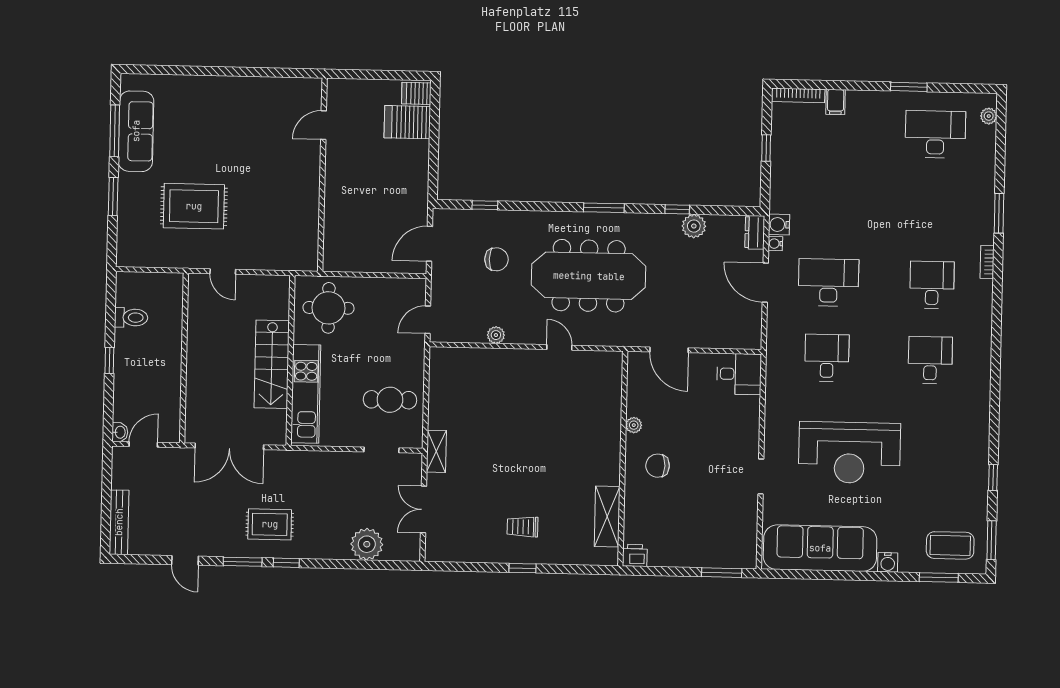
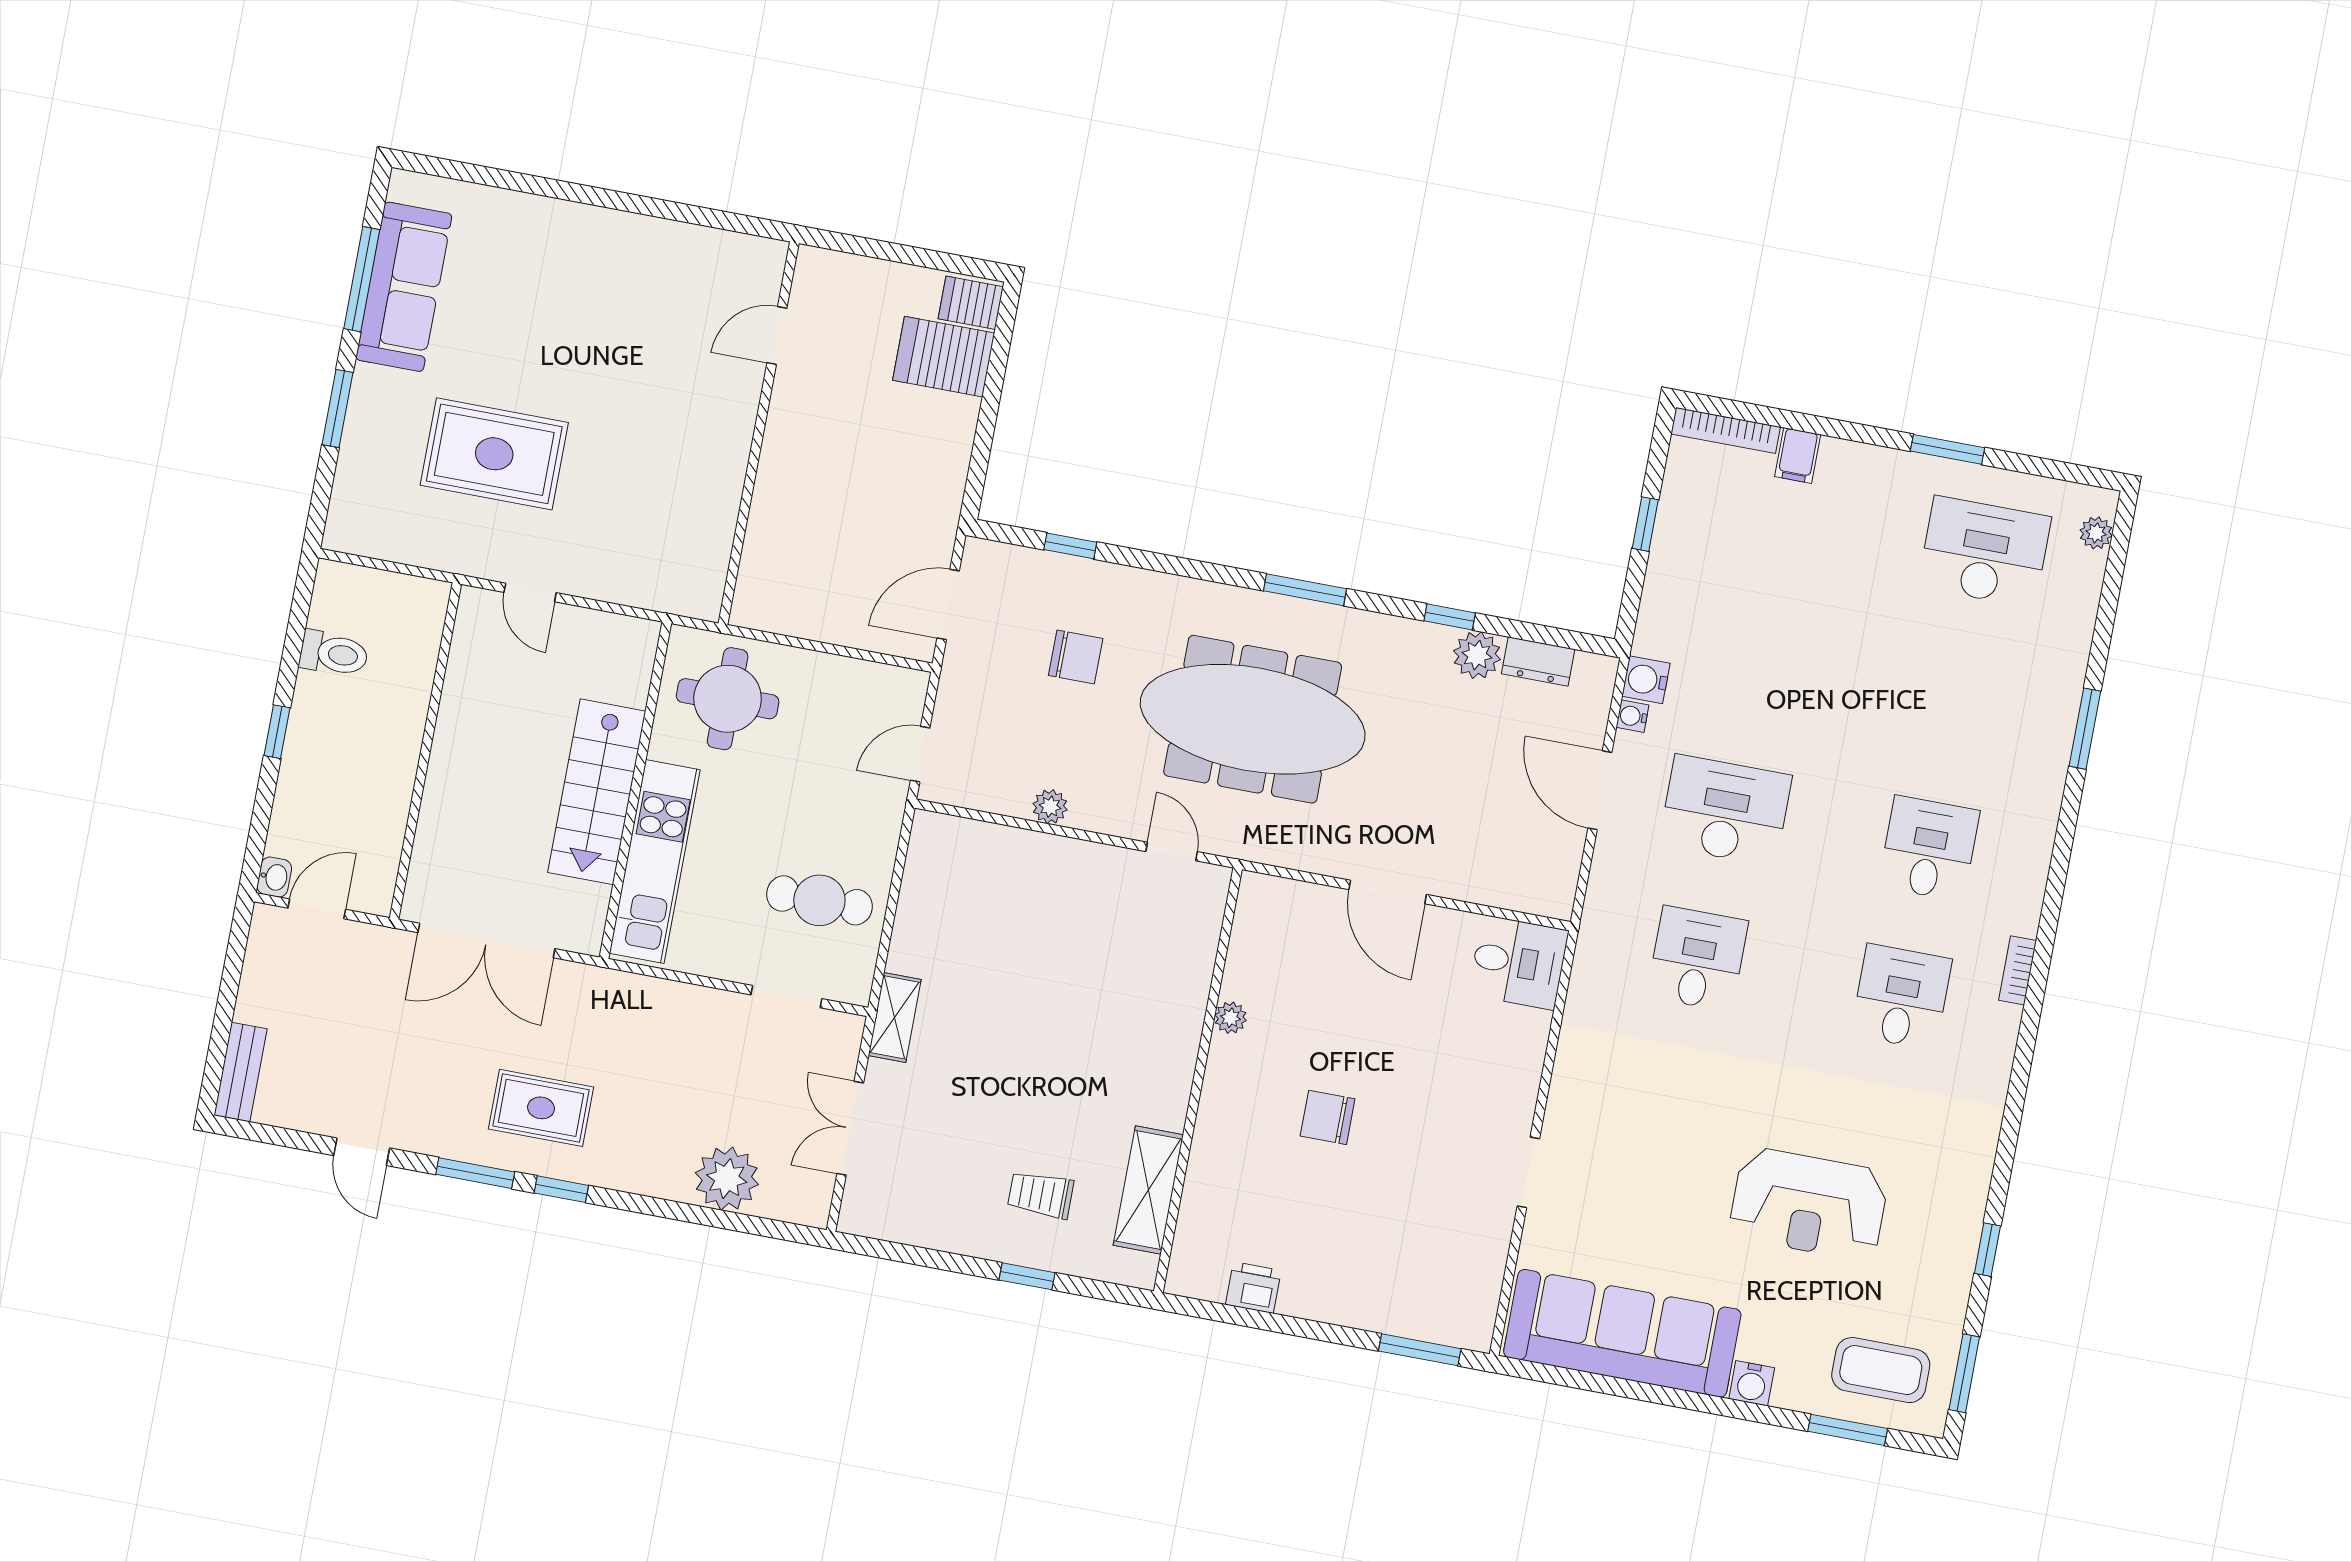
dresser: (755, 232) -> (1538, 661), moved, turned -90
bookcase: (987, 262) -> (2018, 970), moved
plant: (634, 425) -> (1231, 1018), moved
reception desk: (849, 453) -> (1809, 1204), moved, width x0.74, depth x0.77
wall: (623, 459) -> (1198, 1080), moved
shelving: (607, 517) -> (1148, 1190), moved
bench: (119, 522) -> (240, 1072), width x0.73

